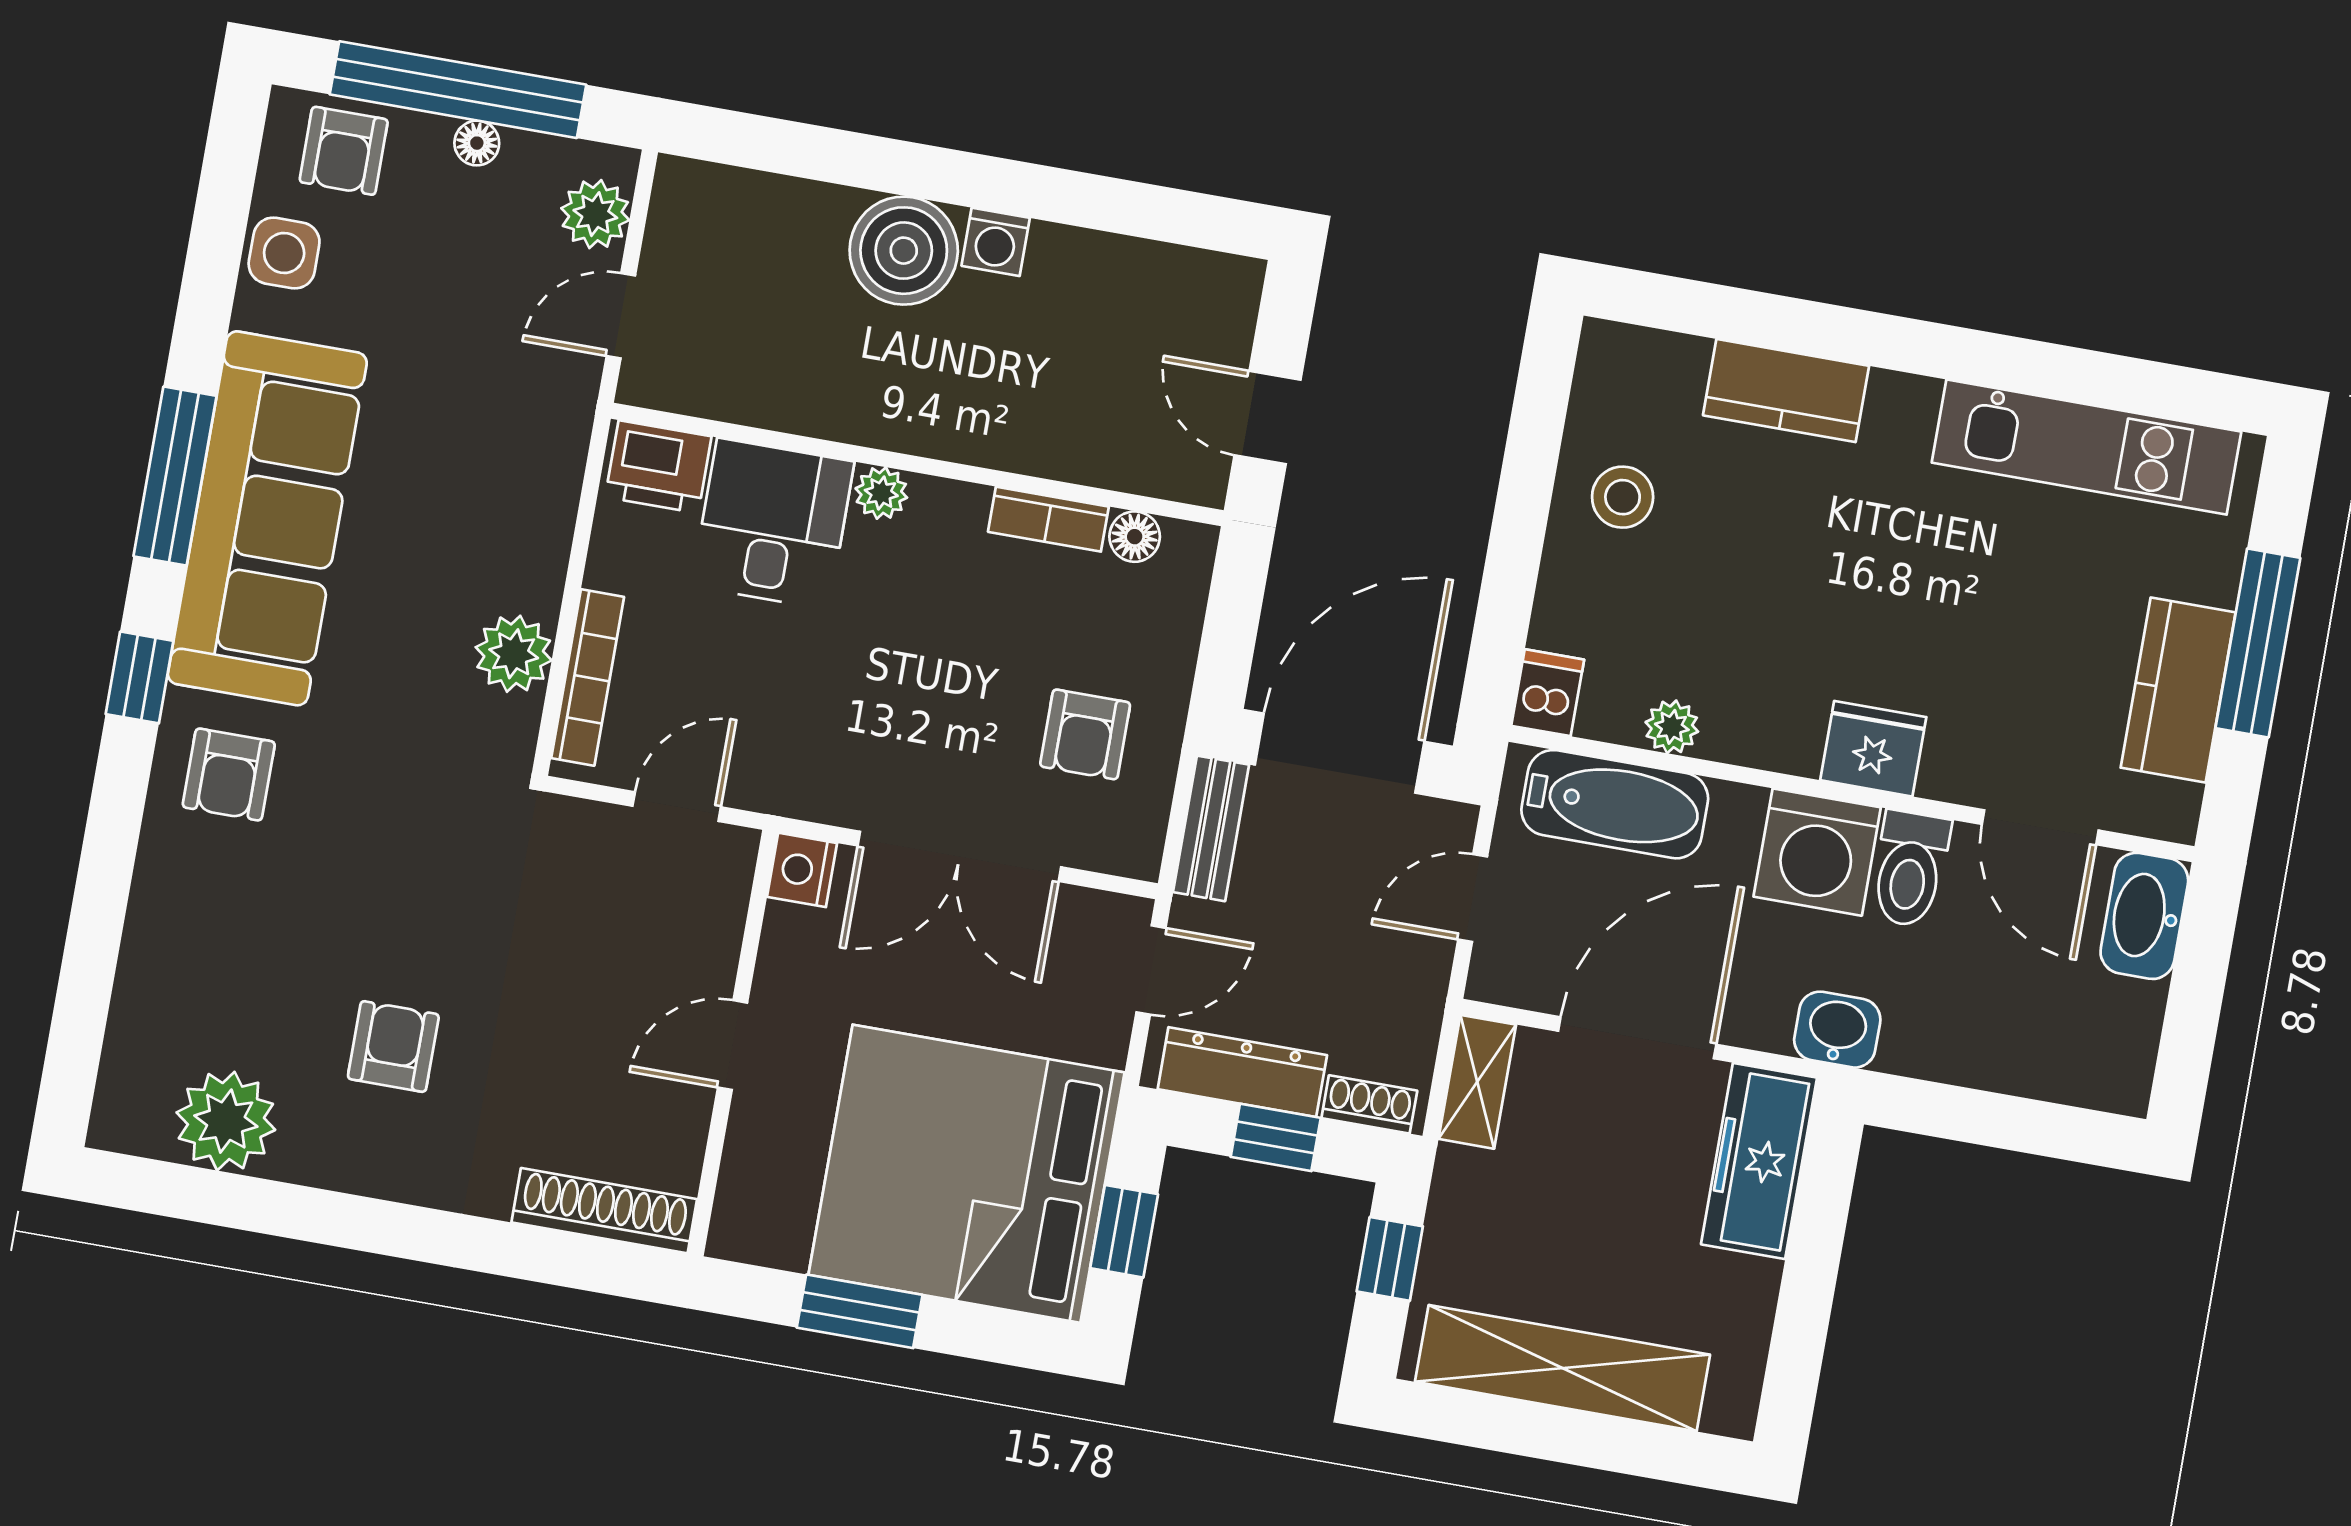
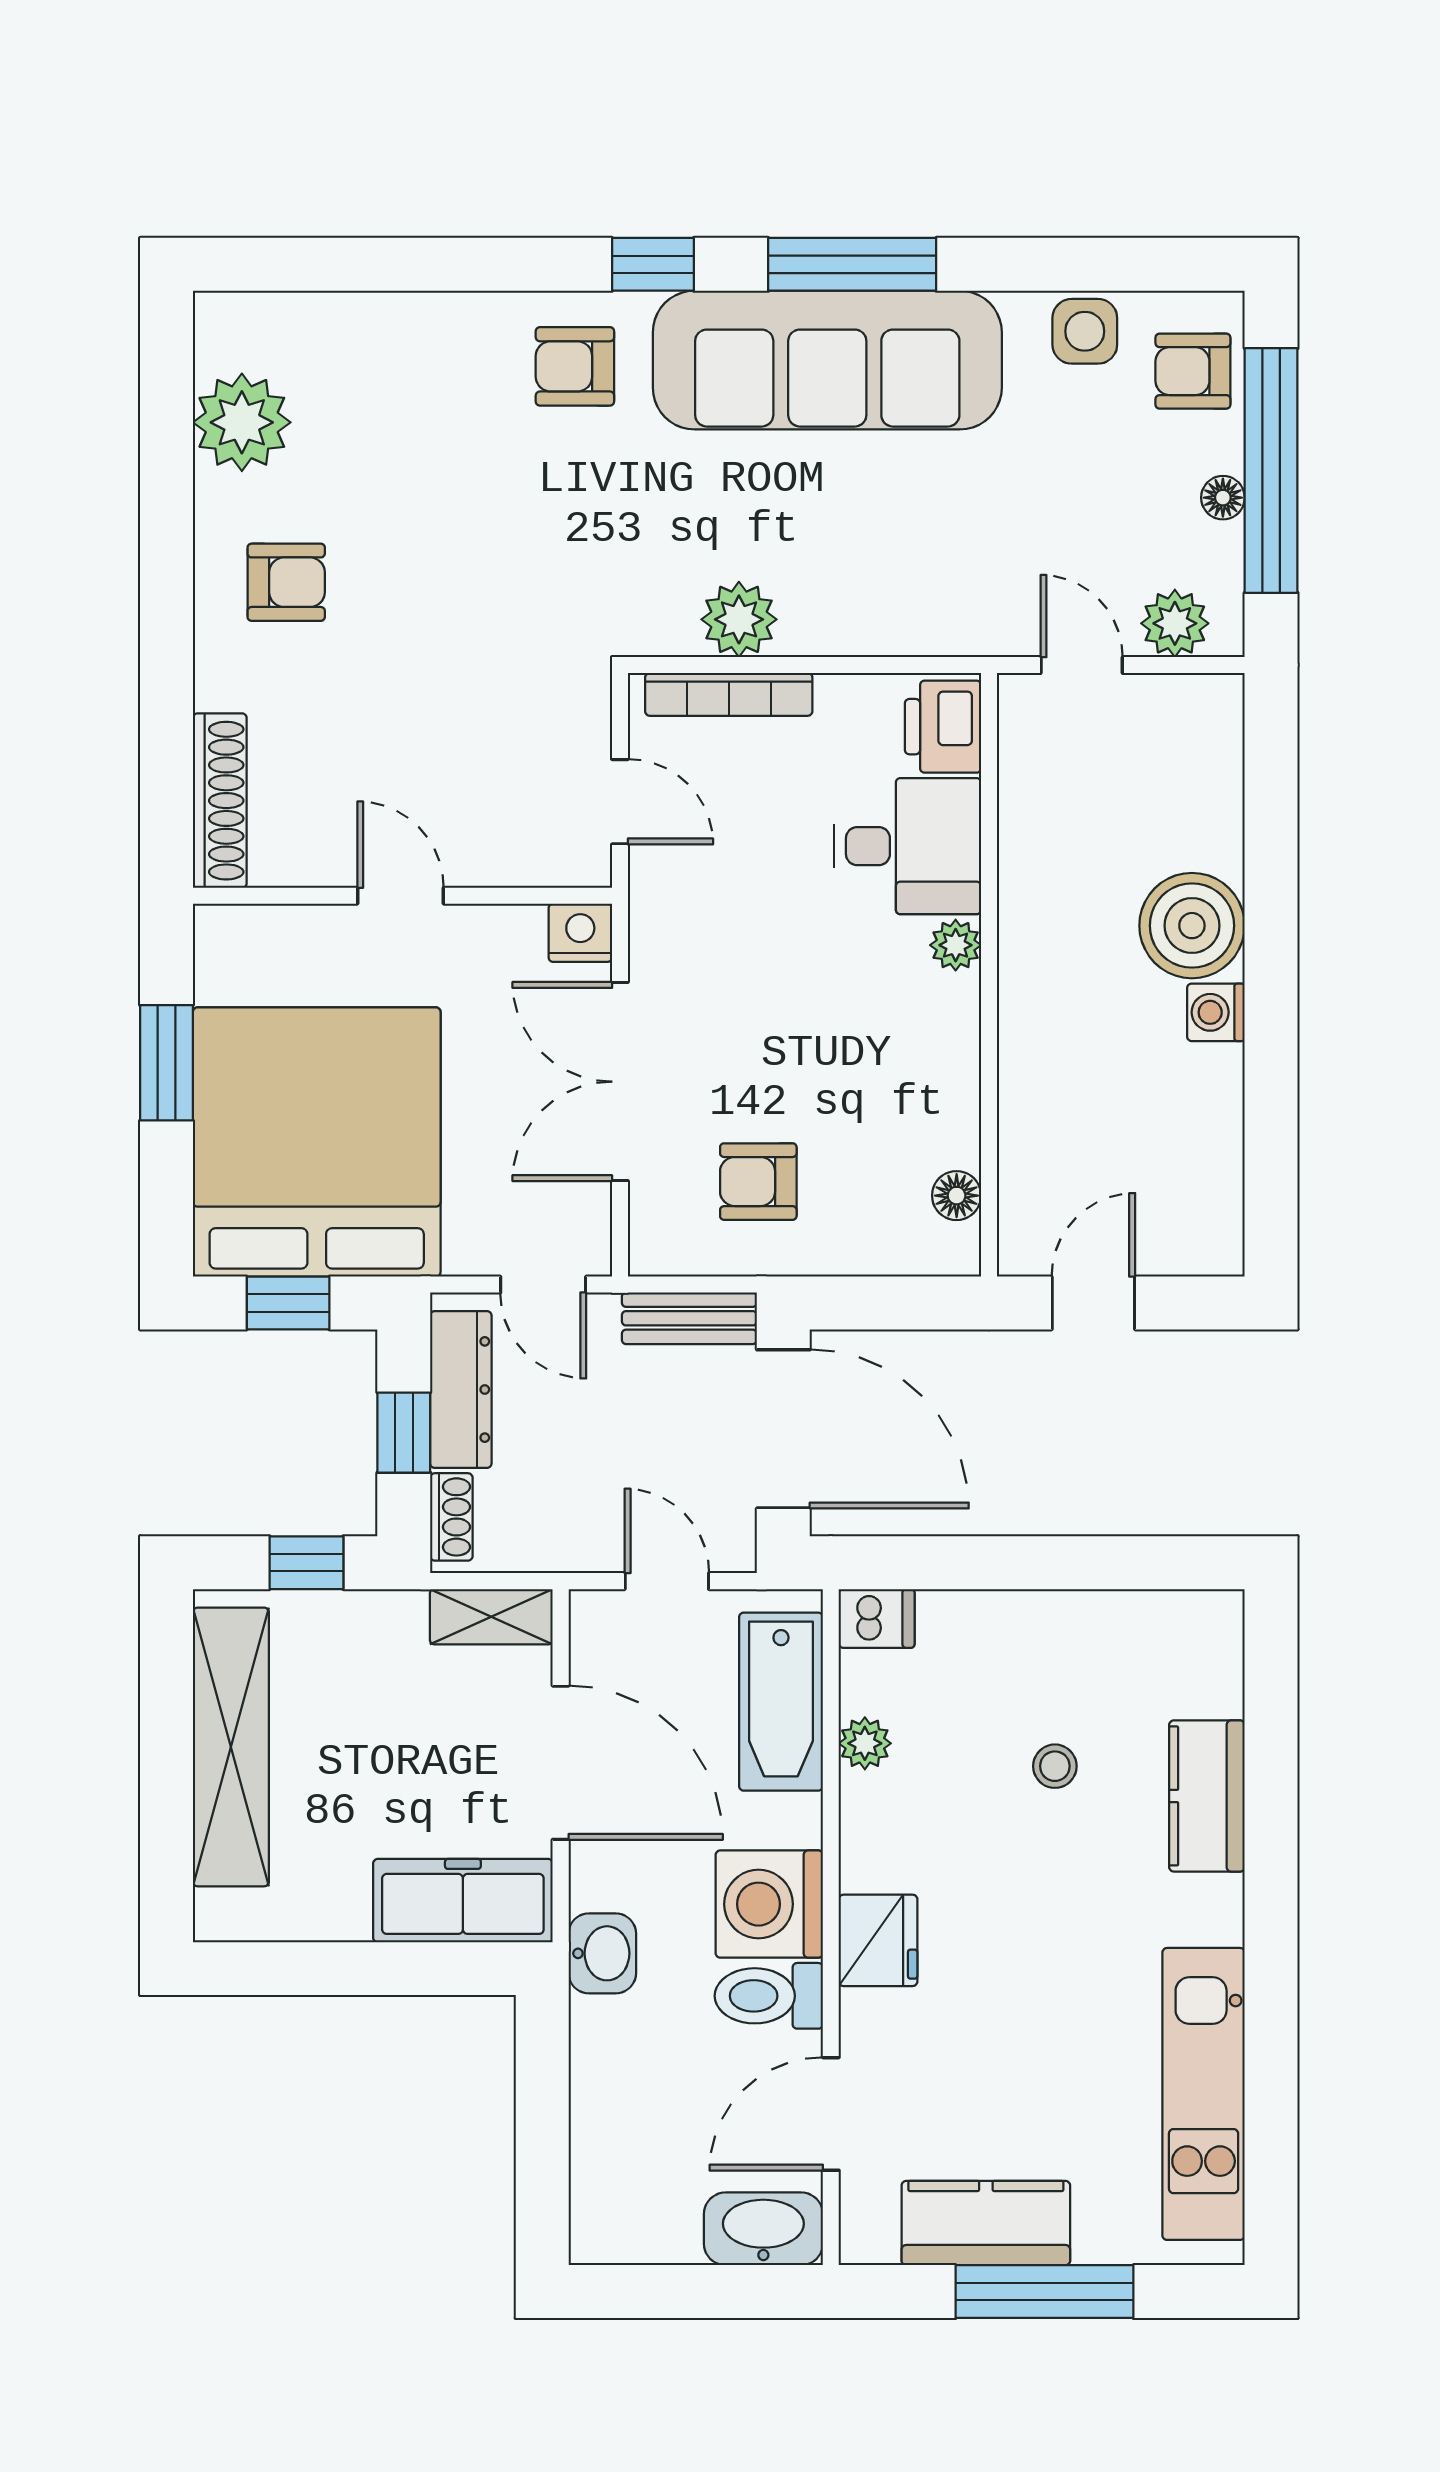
stool: (1623, 497) -> (1055, 1766), moved, width x0.73, depth x0.73
bookcase: (1048, 519) -> (959, 1110), removed
armchair: (393, 1047) -> (286, 582), moved

